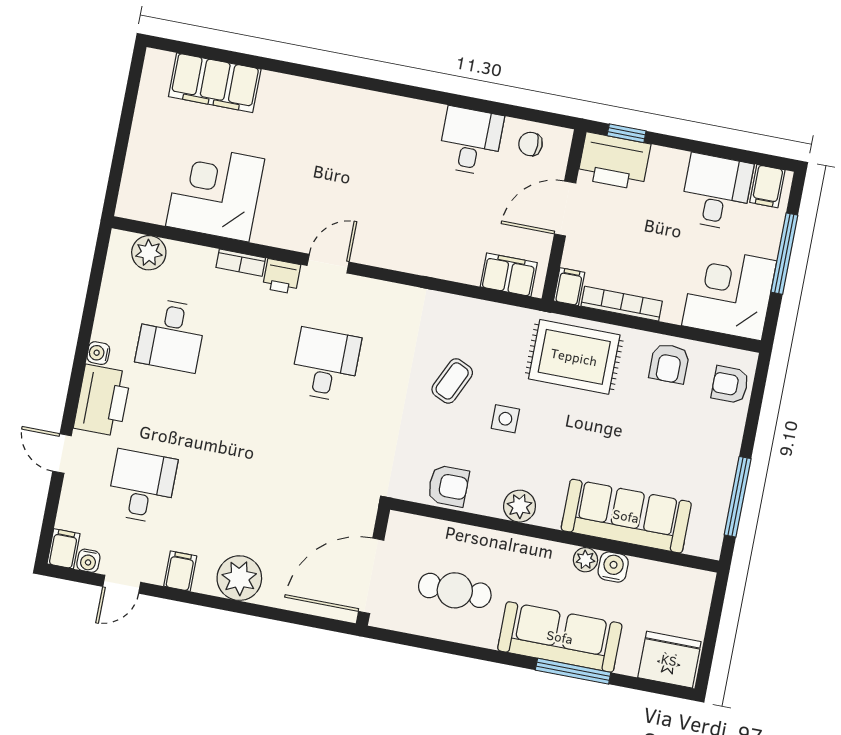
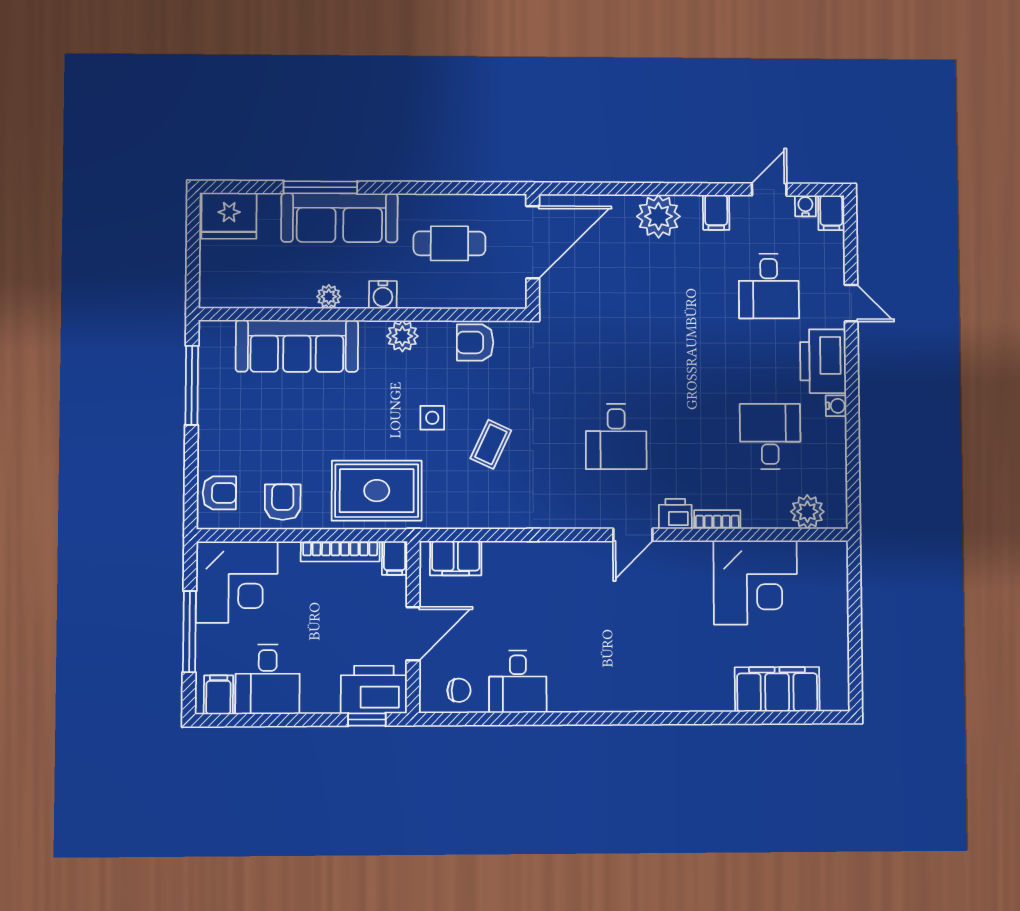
water cooler: (613, 567) -> (383, 295), moved

